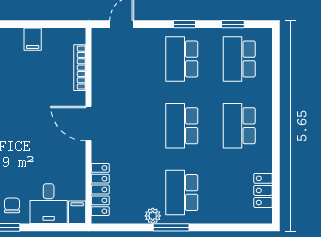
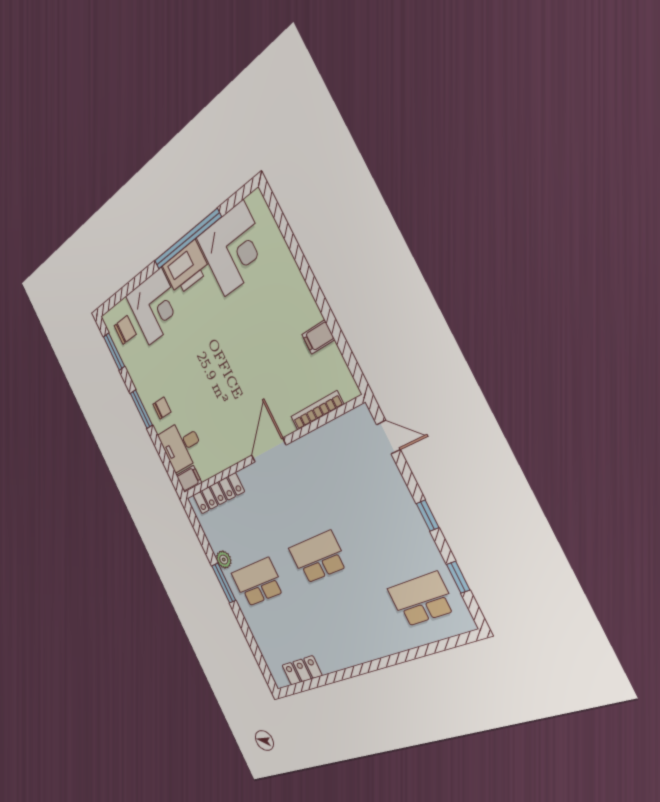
school desk: (182, 59) -> (386, 529), removed
school desk: (239, 126) -> (350, 623), removed

